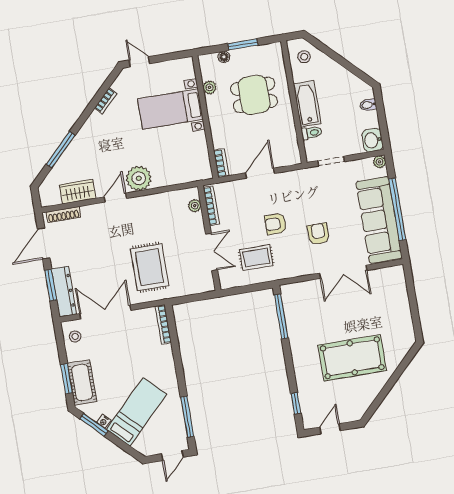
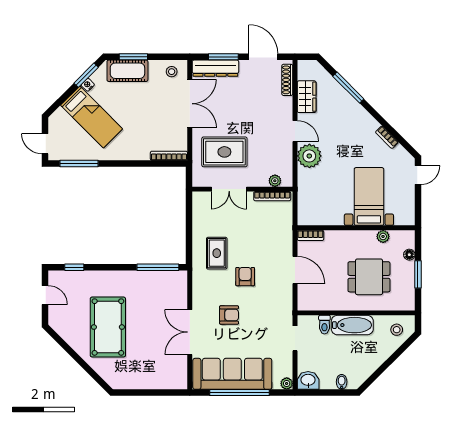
dining table: (254, 95) -> (369, 277), turned 90
plant: (195, 206) -> (275, 181), moved
bookcase: (211, 206) -> (272, 196), moved
wall: (209, 238) -> (242, 189), moved
double door: (212, 252) -> (229, 189), moved

